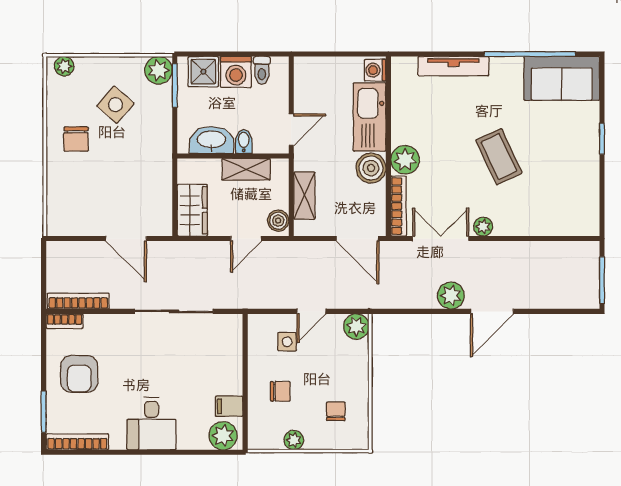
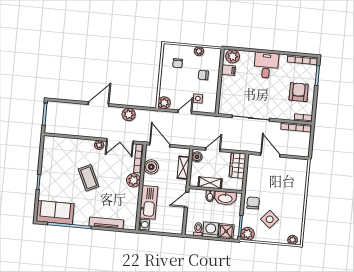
chair: (76, 139) -> (253, 203), moved
boiler: (371, 168) -> (151, 167), moved
plant: (451, 296) -> (129, 114), moved

